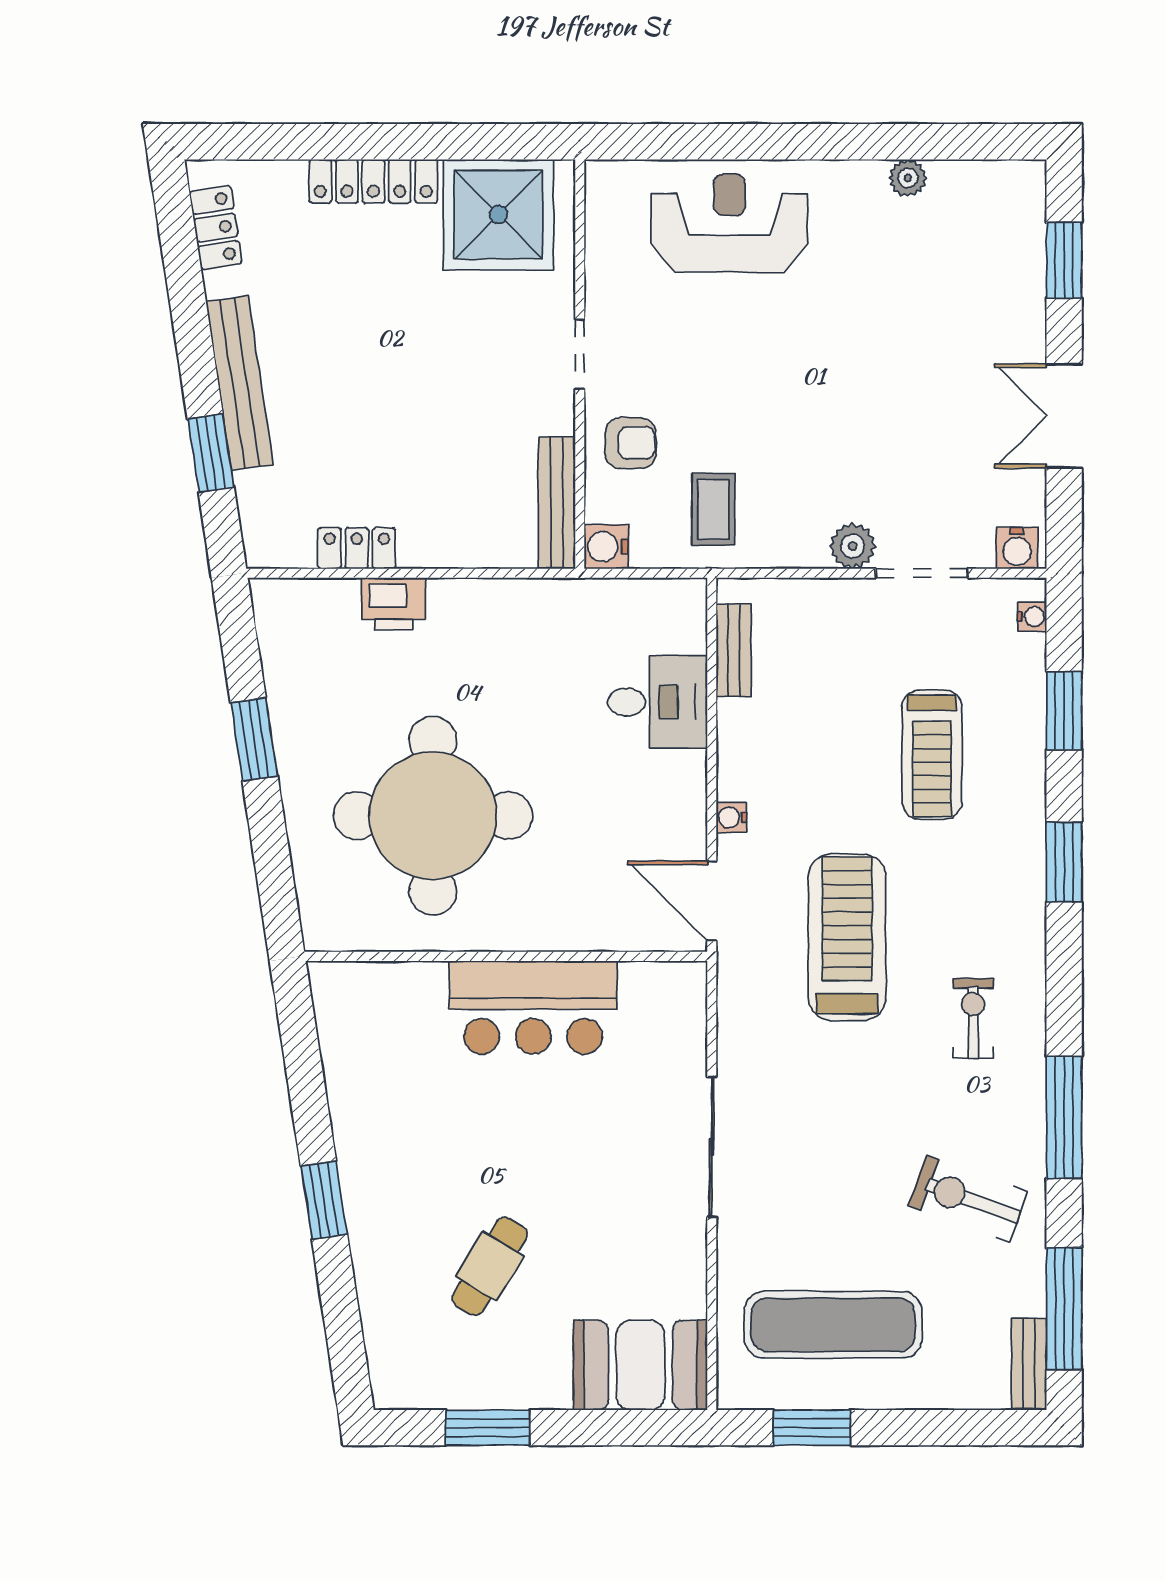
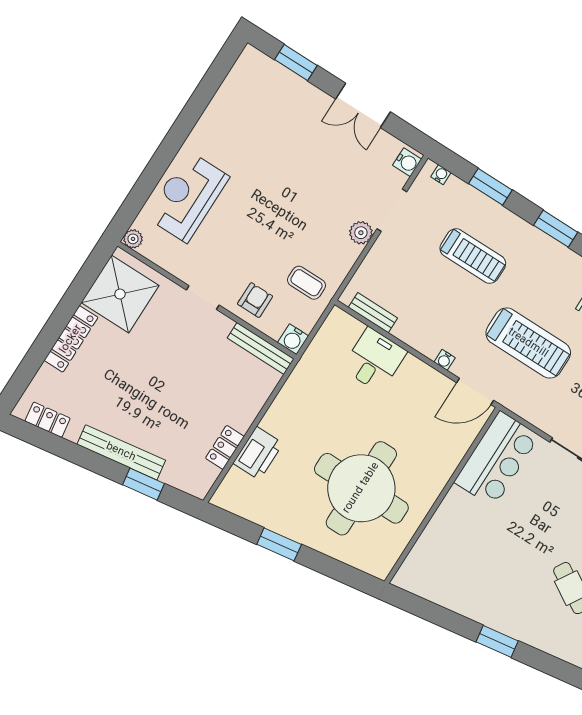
plant: (908, 178) -> (133, 239), moved
printer: (394, 604) -> (258, 453), width x1.37, depth x1.19
treadmill: (847, 937) -> (528, 343), turned 180
bar counter: (533, 1007) -> (497, 459), moved

